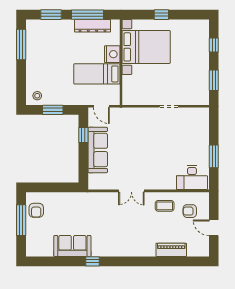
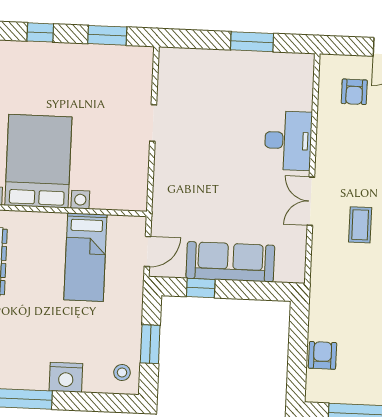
nightstand: (112, 54) -> (66, 377), moved, turned 180
desk: (192, 178) -> (288, 141), moved
double door: (131, 191) -> (311, 201), swing flipped
coffee table: (165, 206) -> (360, 225), moved
armchair: (36, 210) -> (322, 355), moved, turned -90

